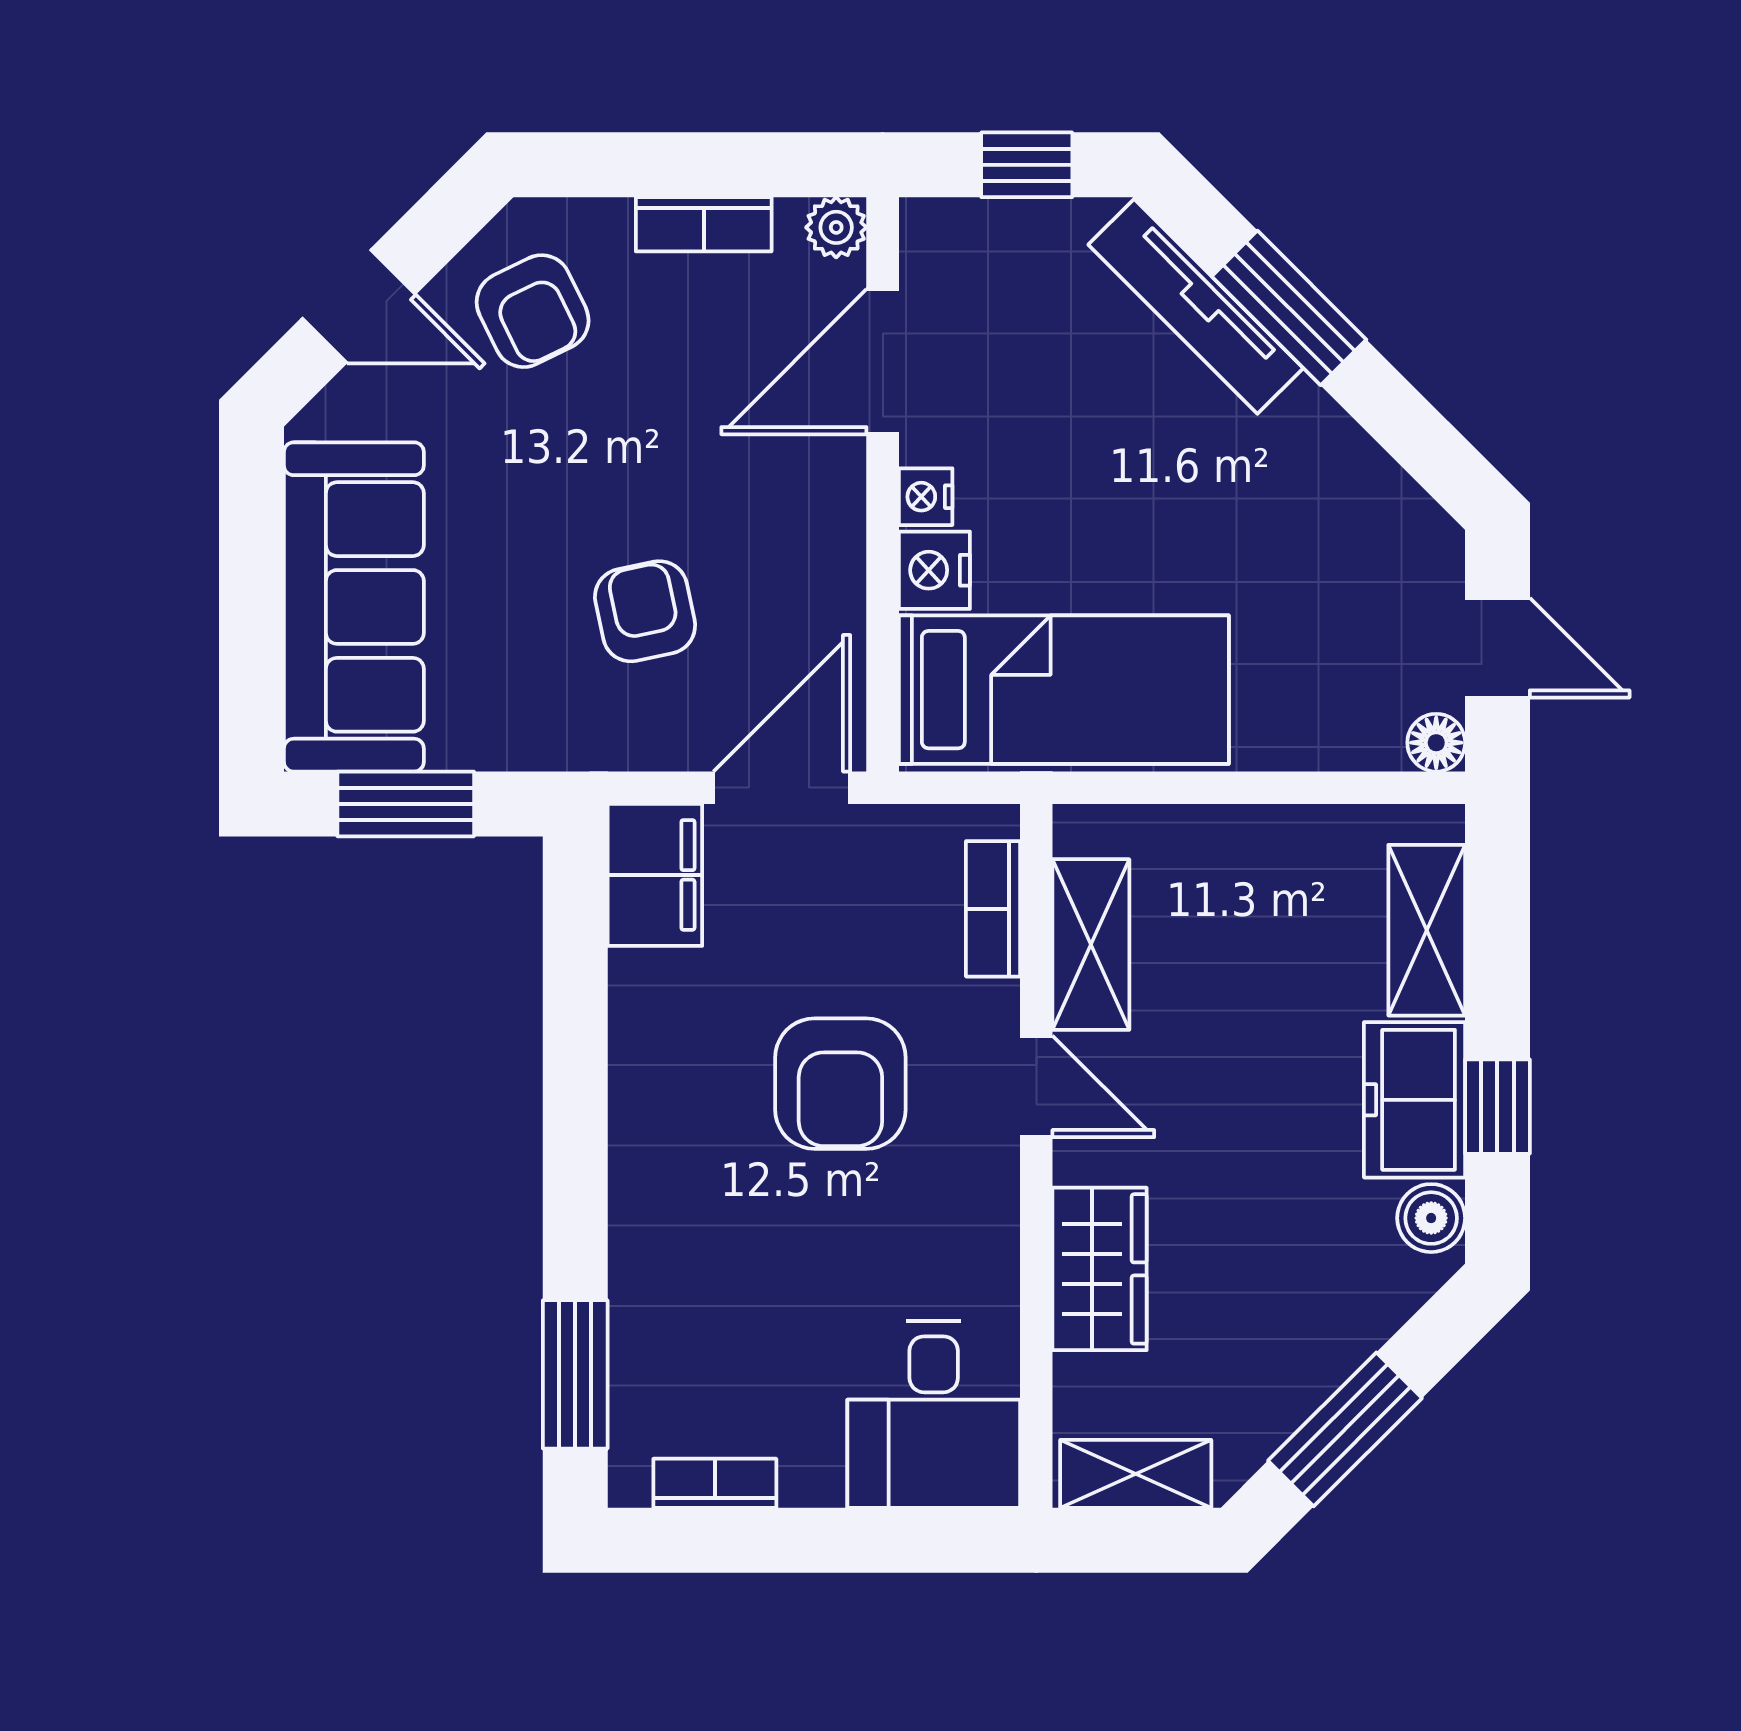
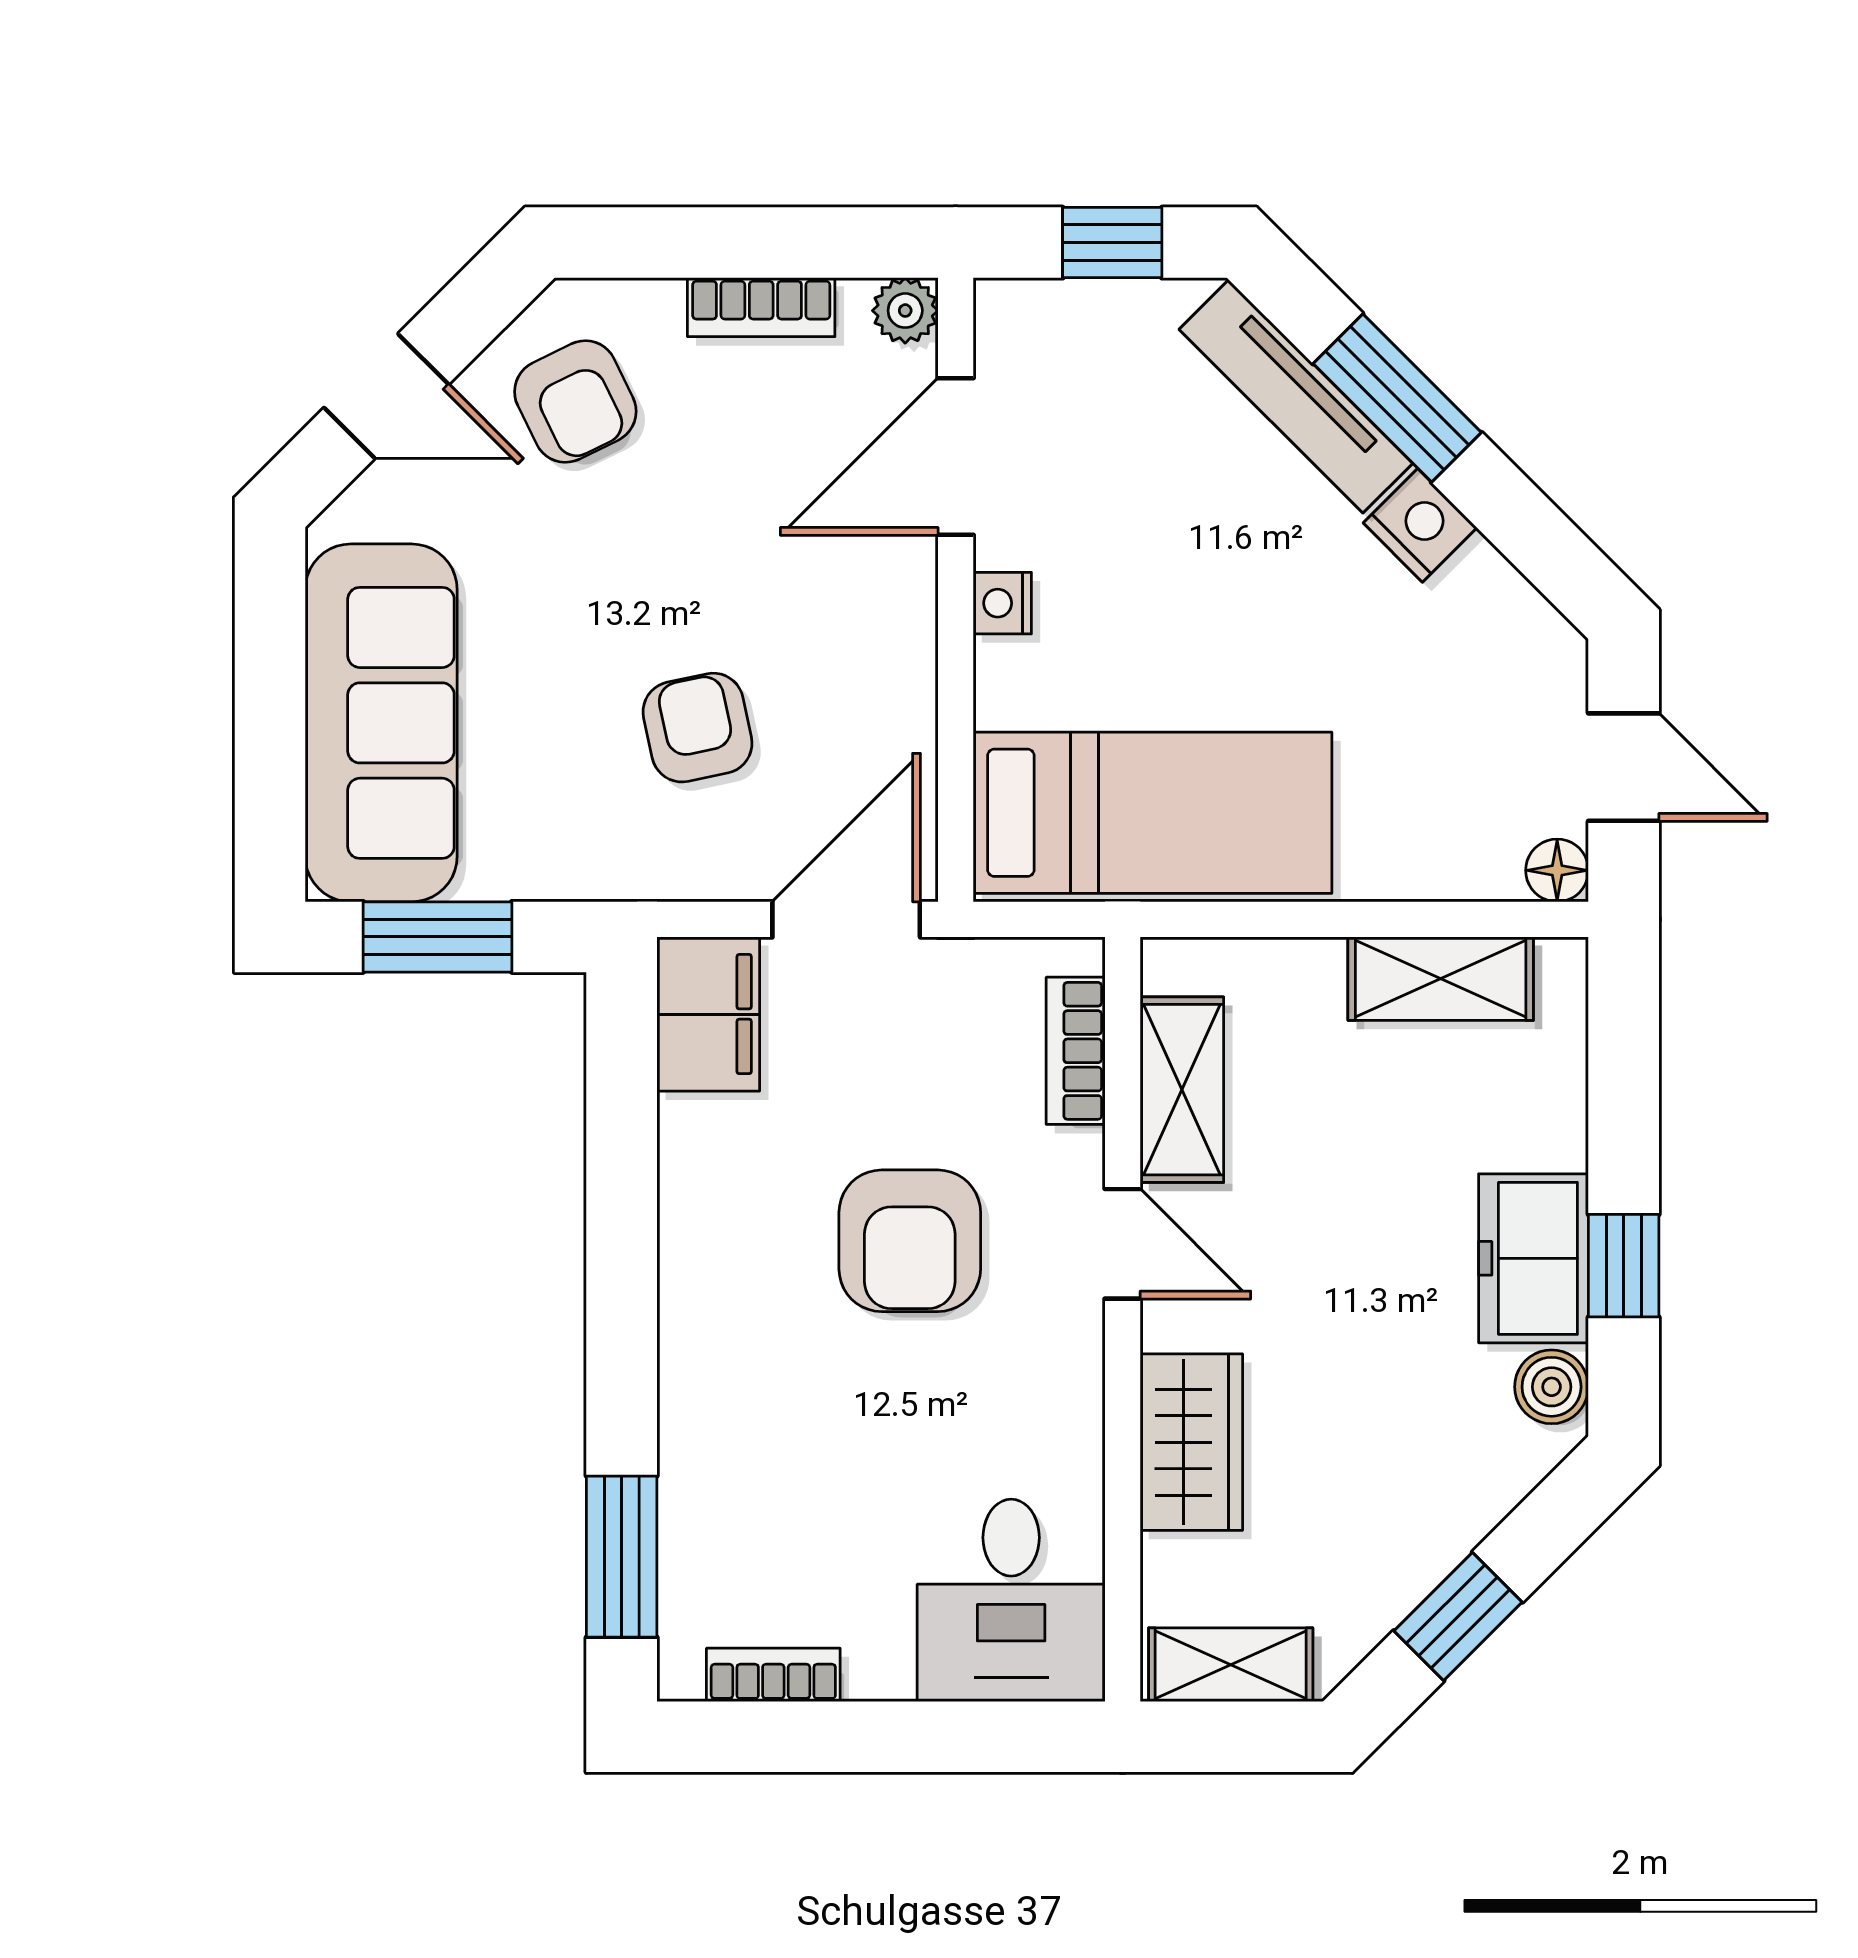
nightstand: (934, 570) -> (1420, 525), moved, turned 135
shelving: (1427, 930) -> (1441, 979), moved, turned 90
window: (1345, 1429) -> (1458, 1616), width x0.67

